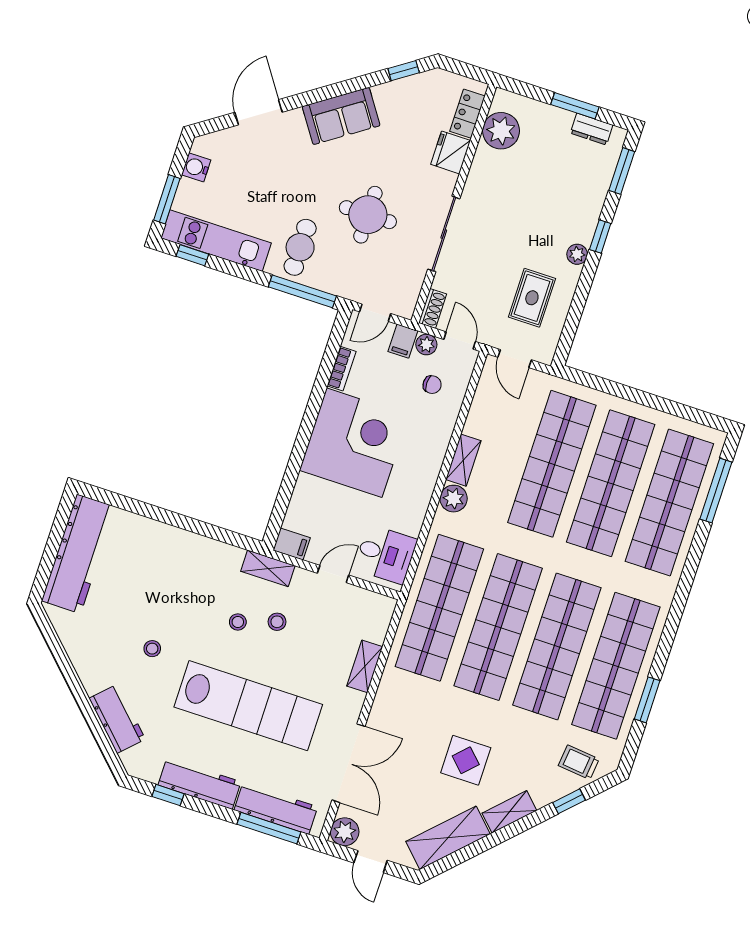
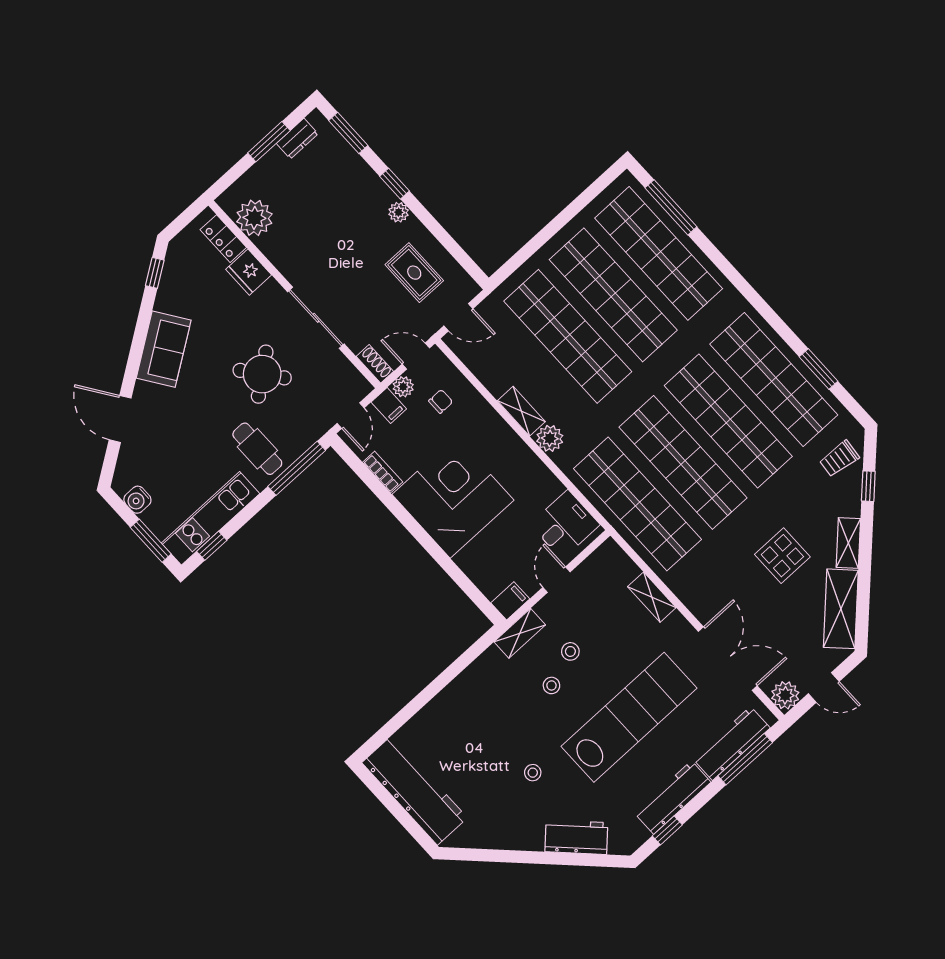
round table: (368, 215) -> (262, 374), turned -38

